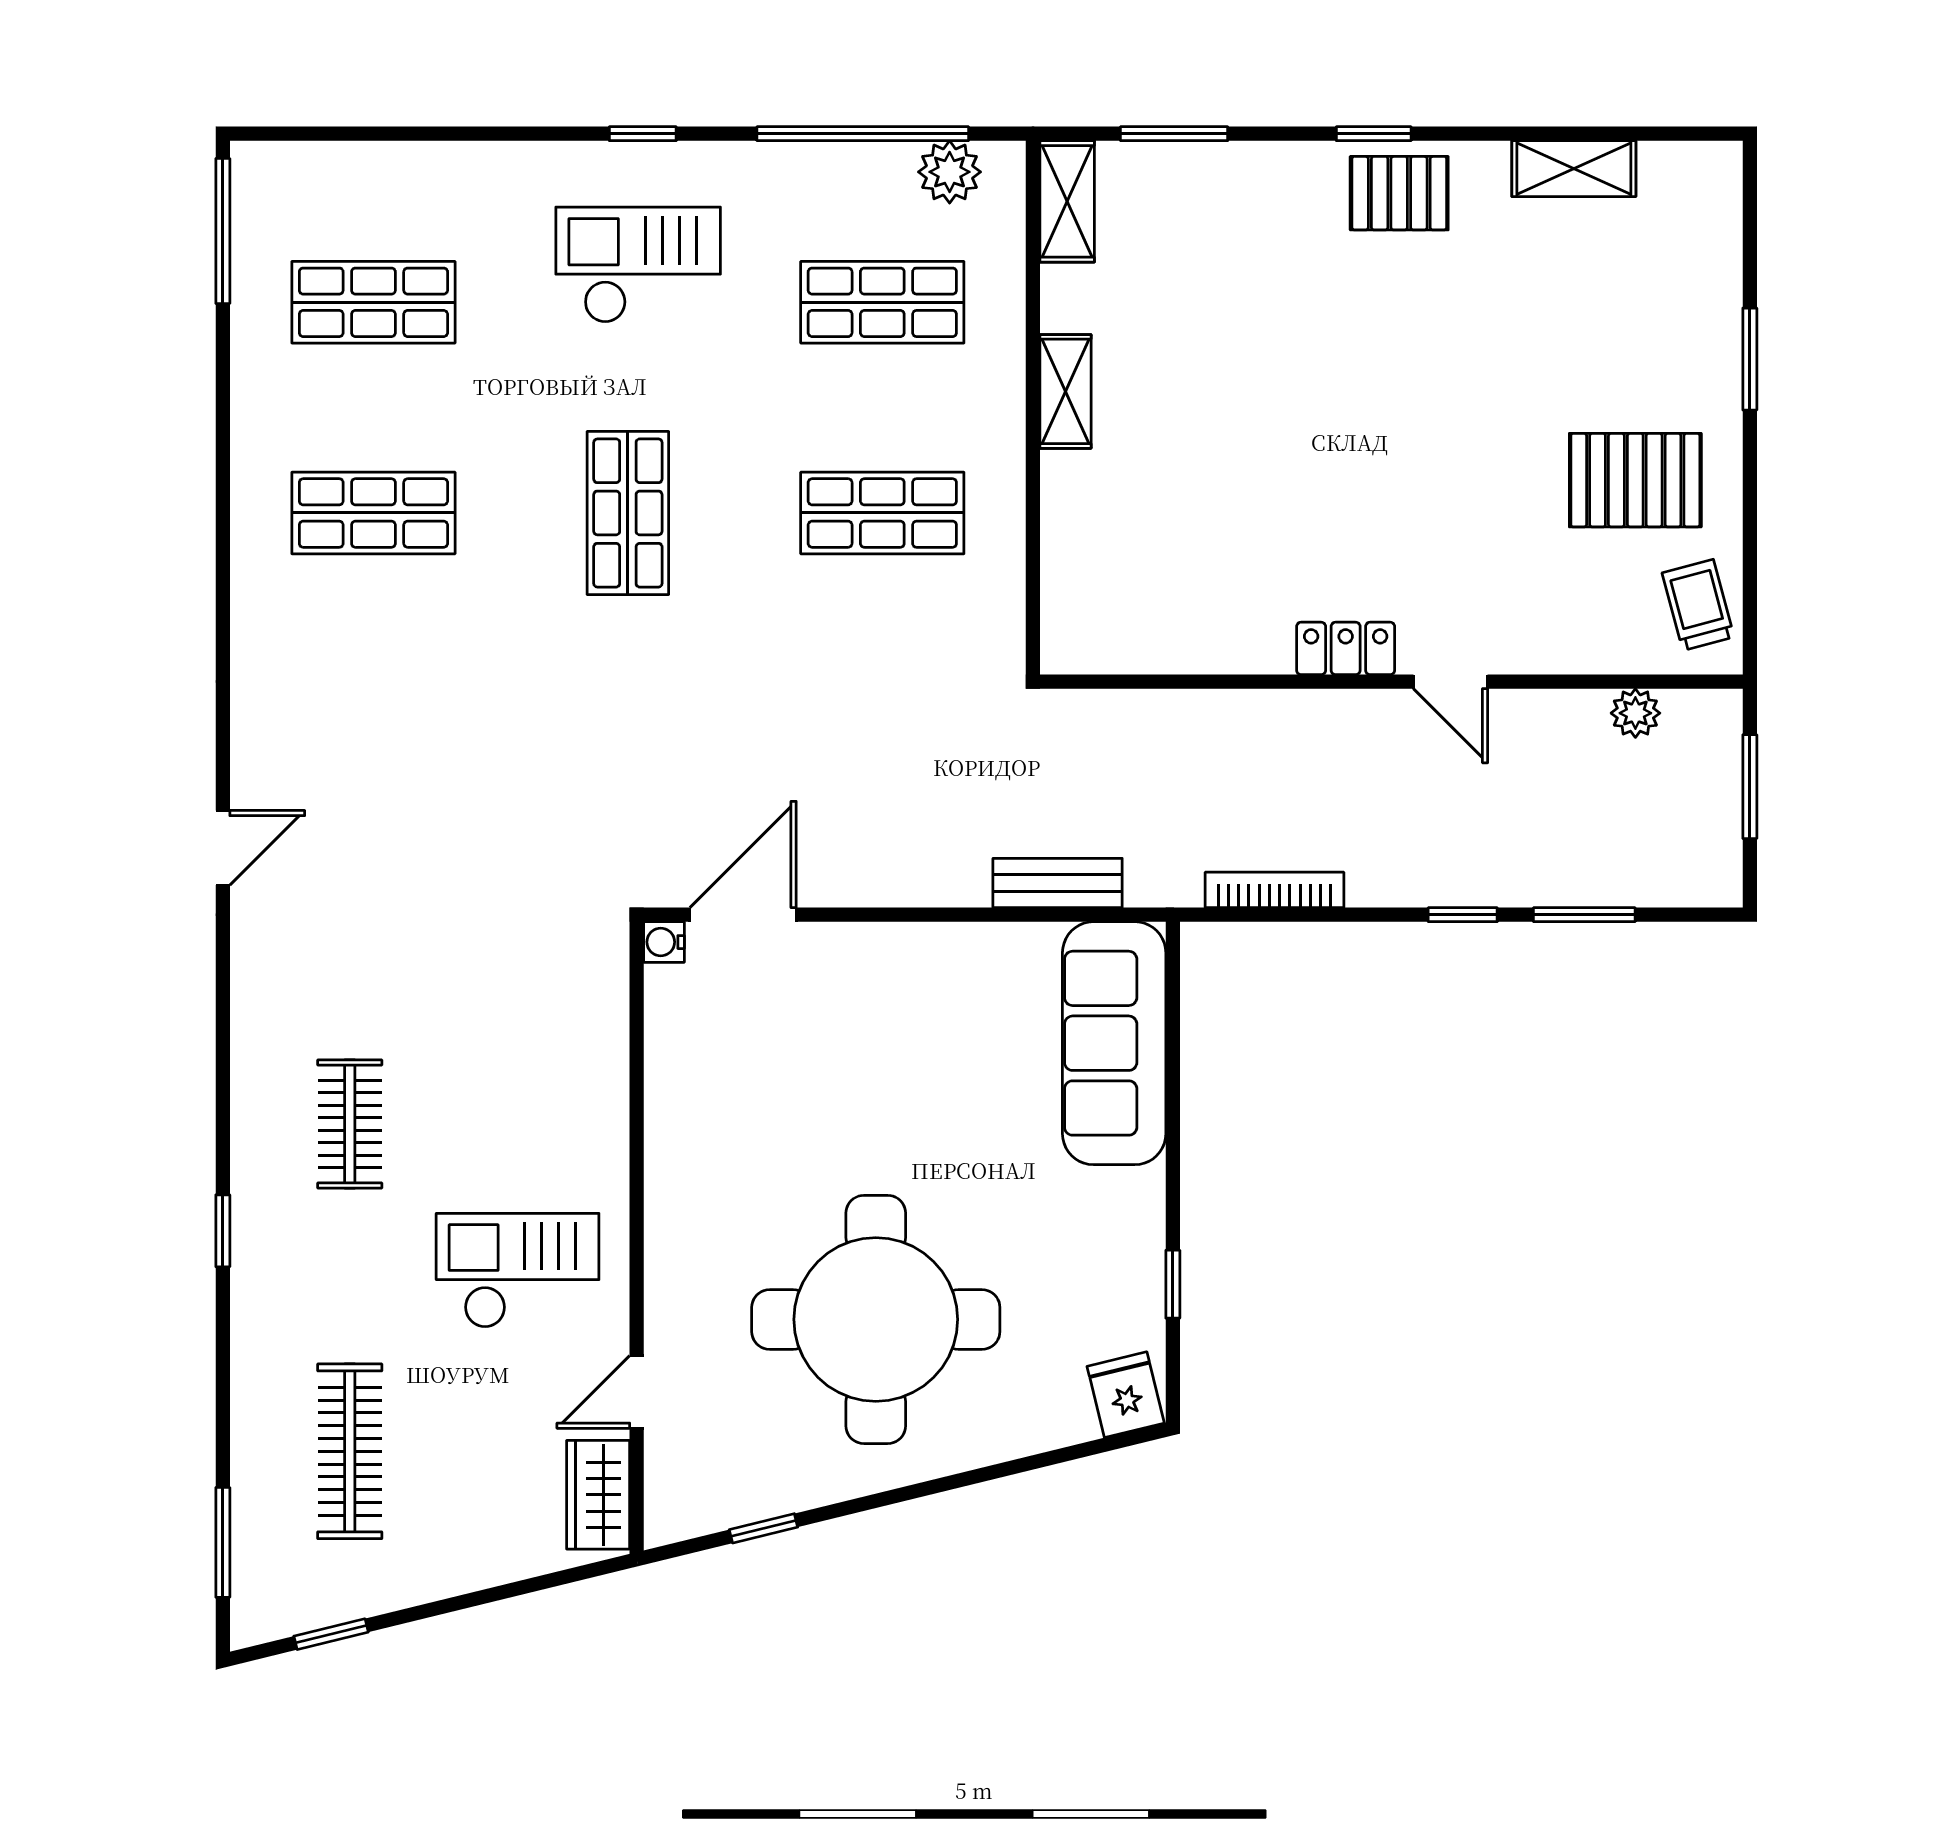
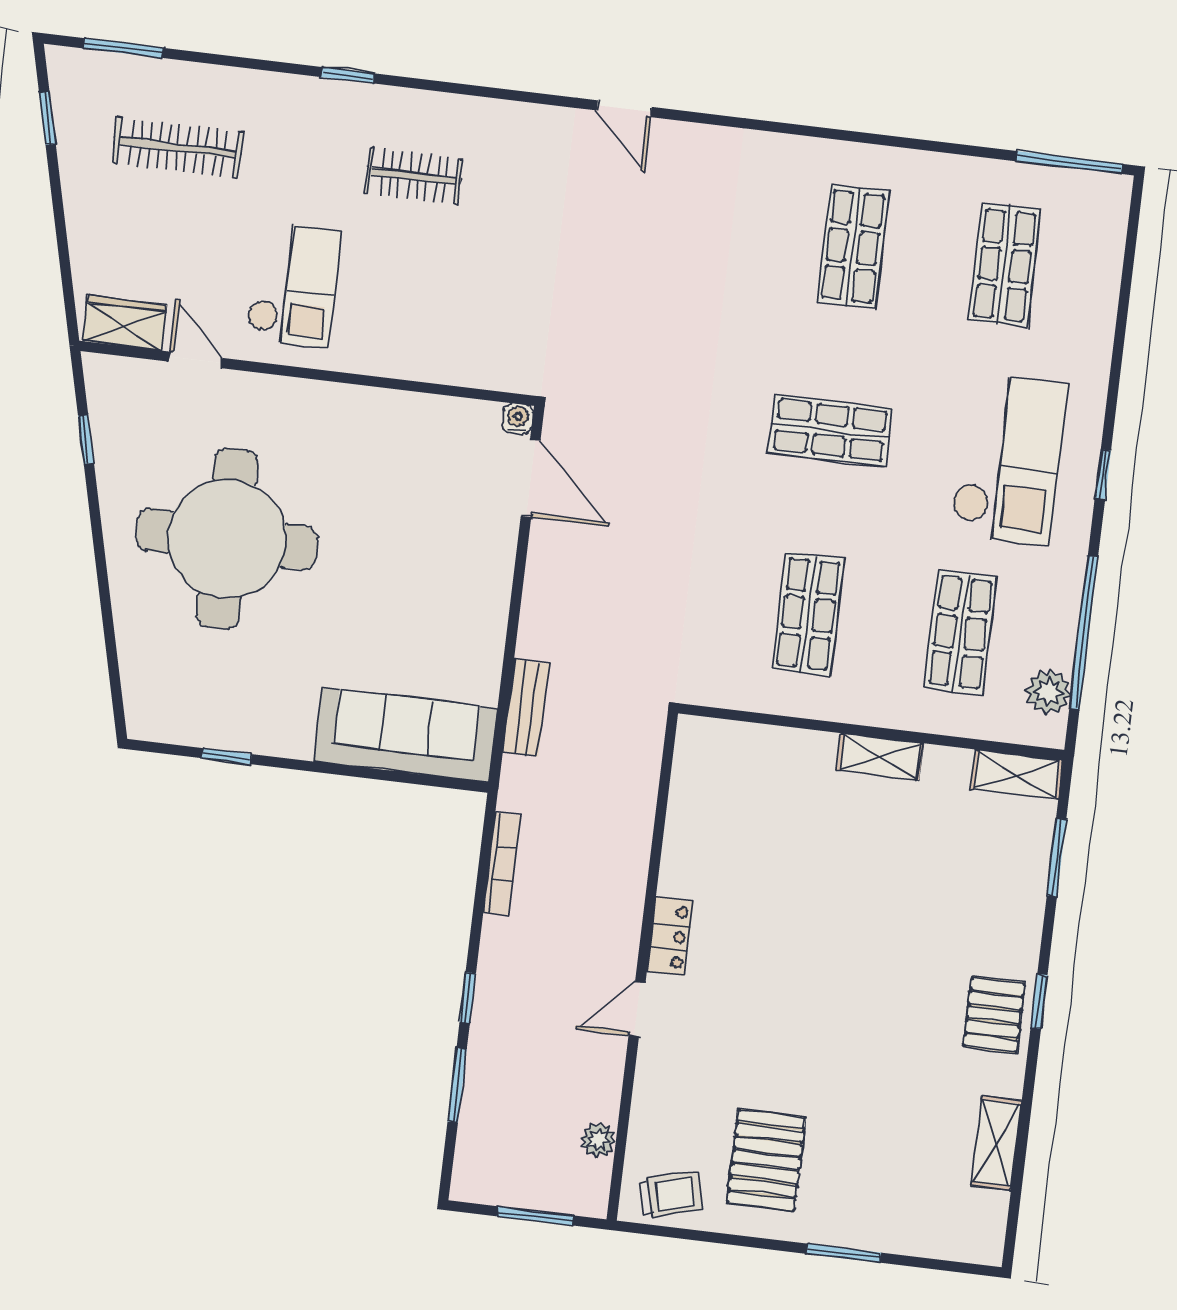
checkout: (638, 265) -> (1009, 459), width x1.36, depth x1.21
fridge: (1126, 1395) -> (151, 712), removed

